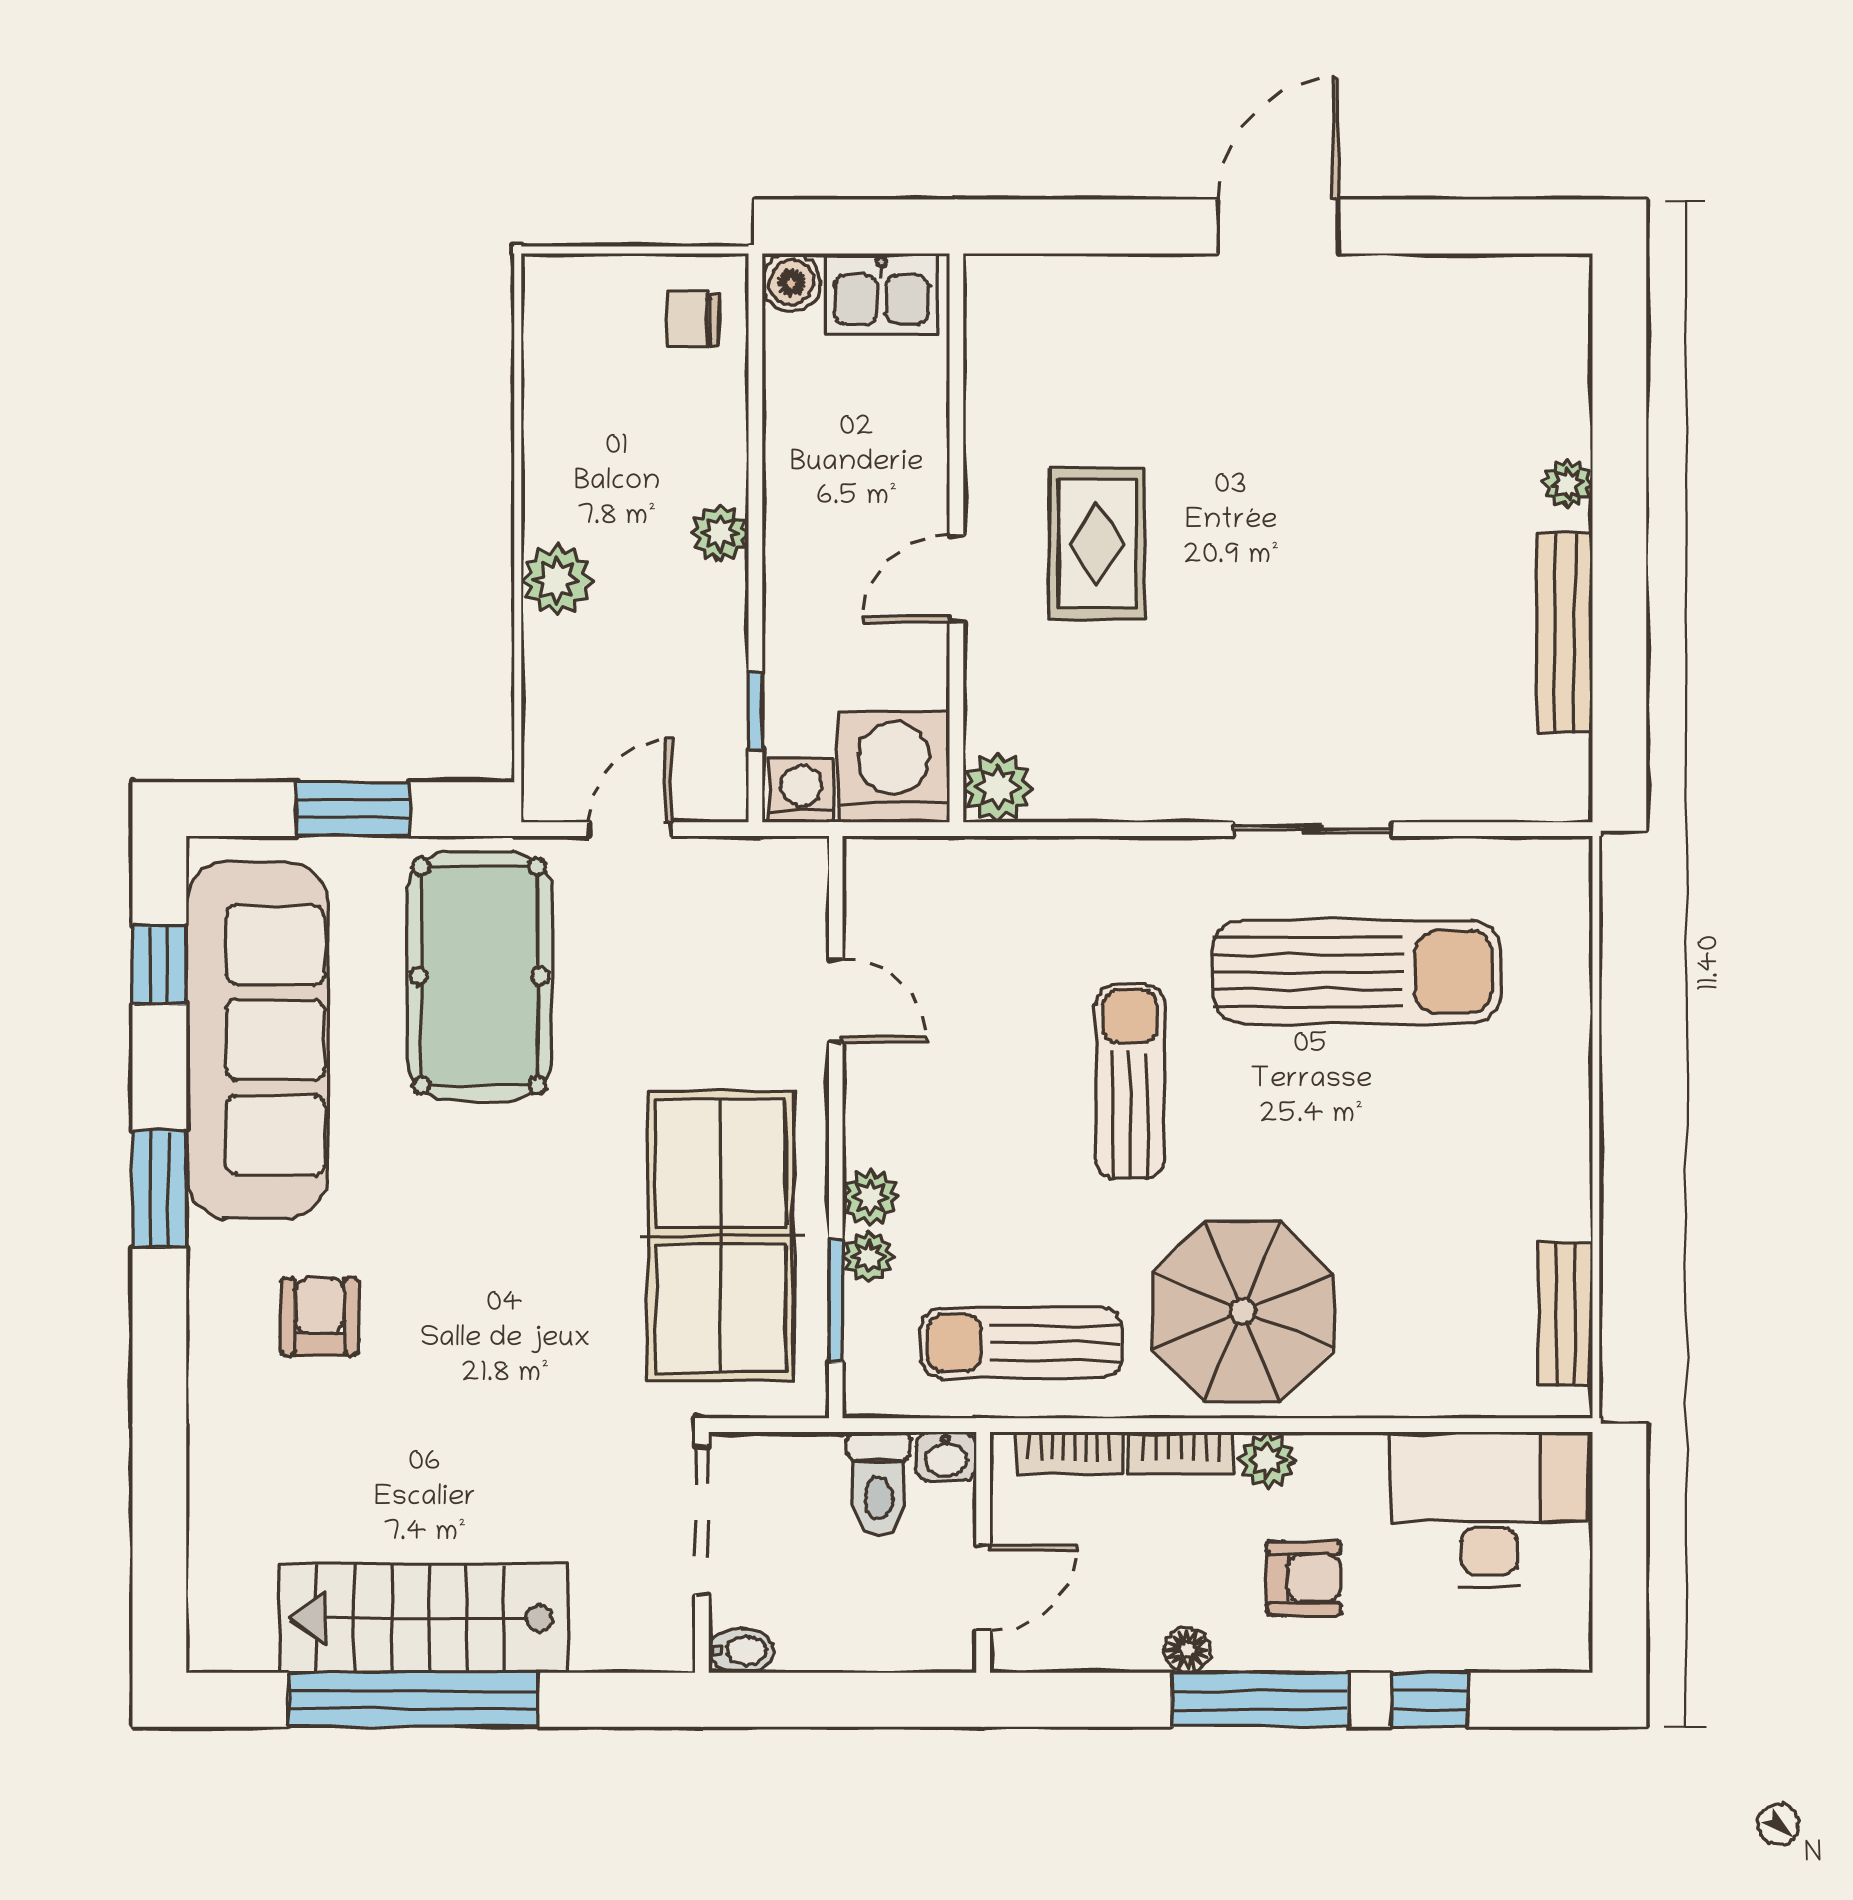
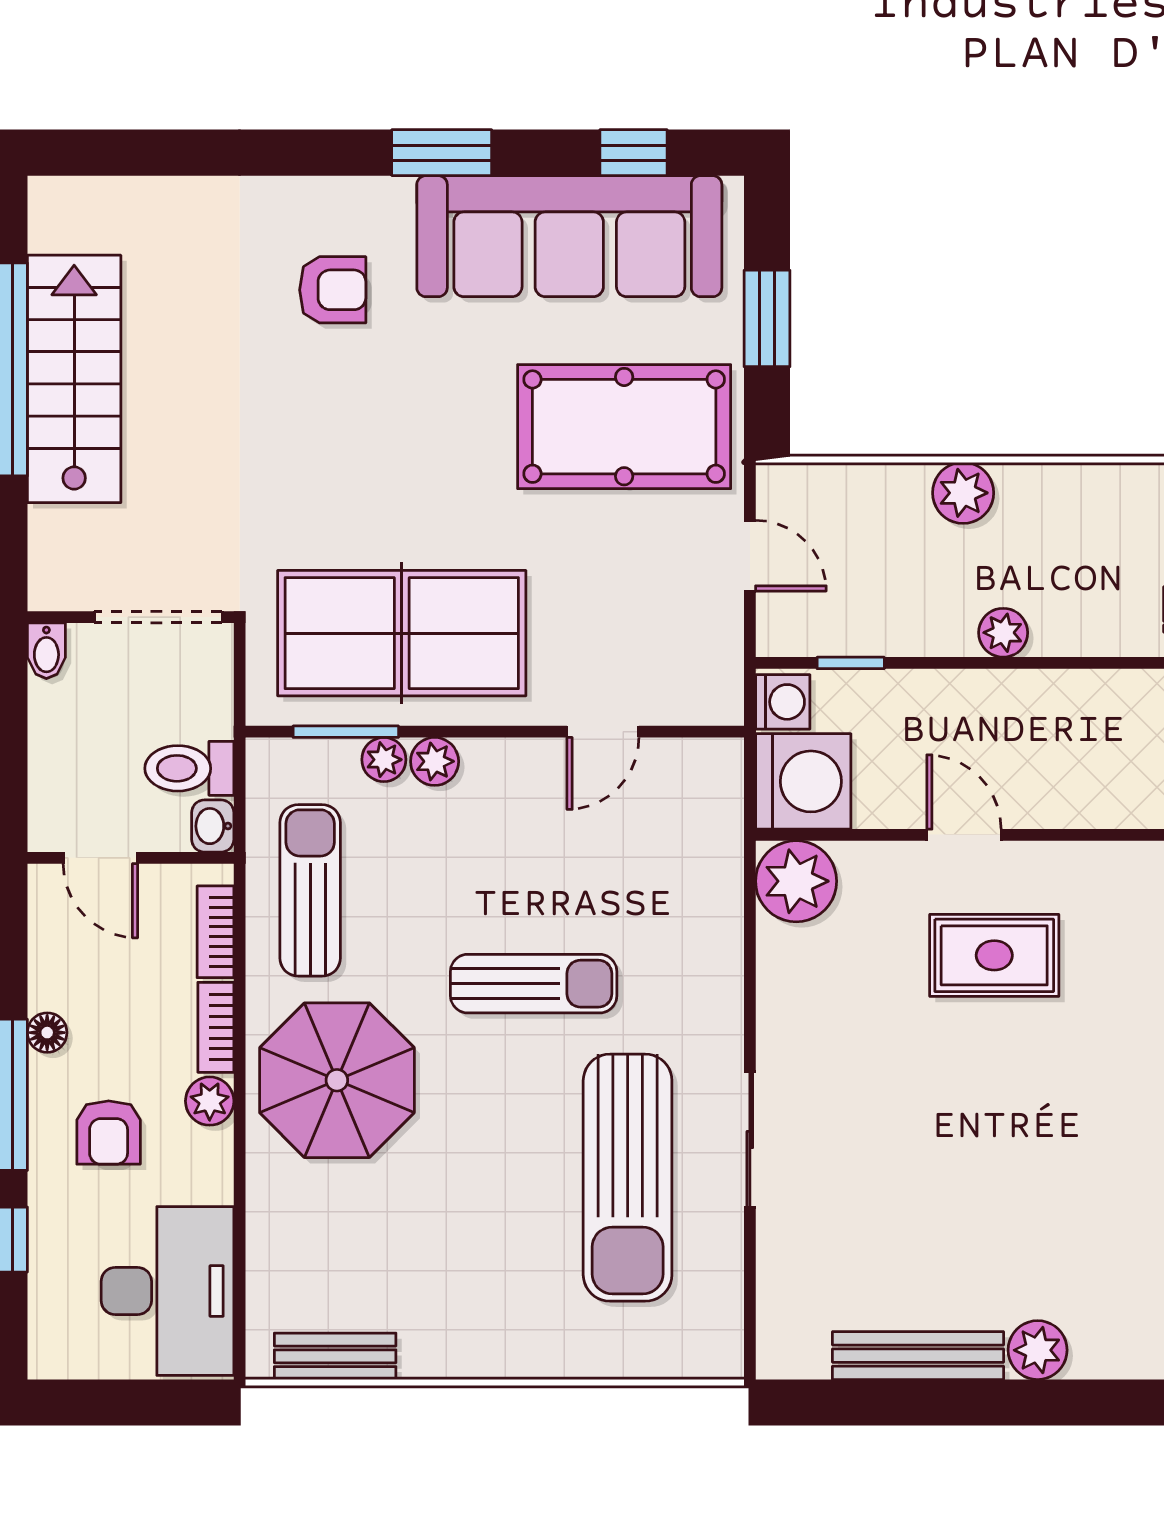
plant: (1567, 484) -> (1038, 1350), width x1.38, depth x1.38
plant: (998, 788) -> (796, 881), width x1.36, depth x1.36

